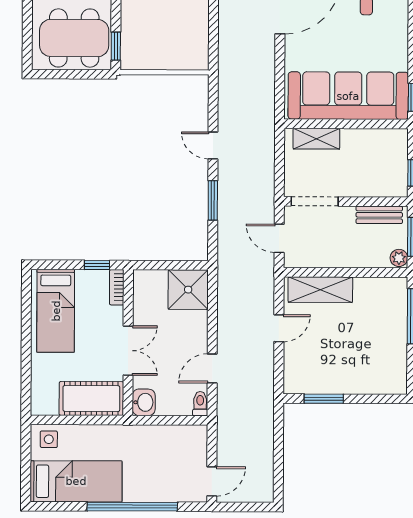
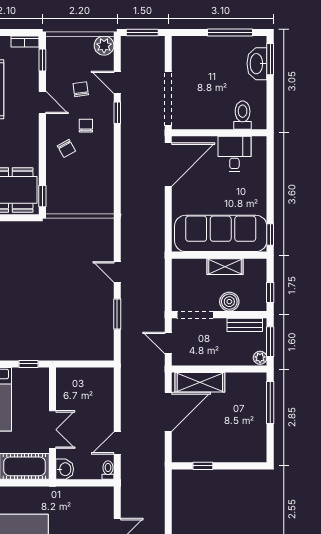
shelving: (316, 139) -> (225, 267), moved
boiler: (359, 185) -> (229, 302), added
bookcase: (117, 287) -> (44, 381), removed
shower: (188, 290) -> (98, 383), removed
door: (279, 328) -> (168, 412), width x1.88
window: (324, 399) -> (203, 466), width x0.67

